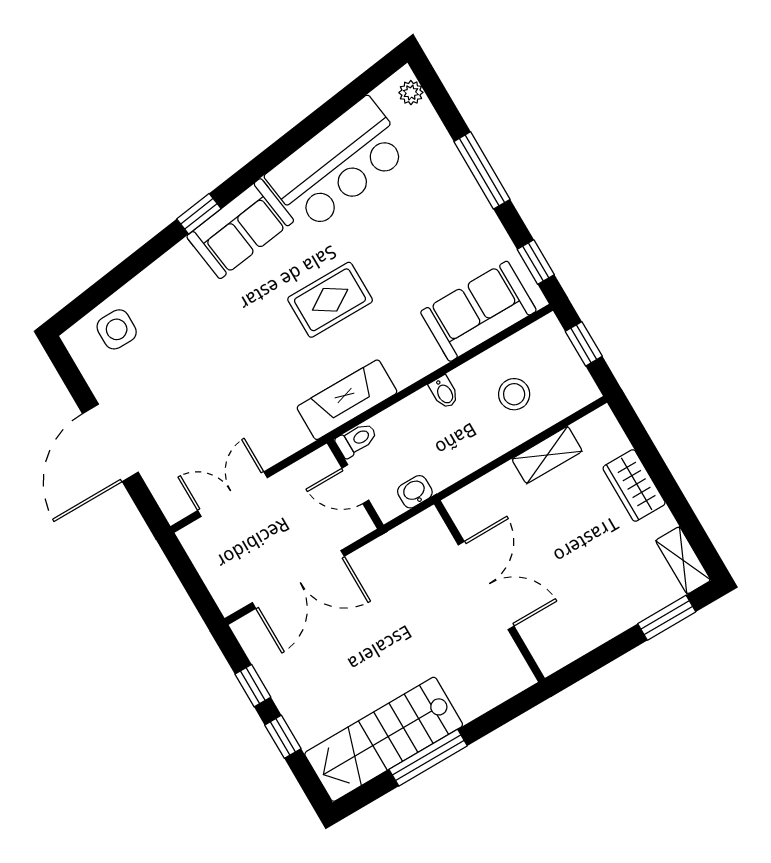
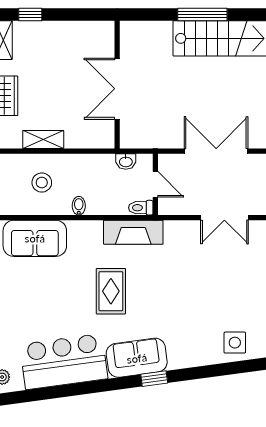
rug: (330, 300) -> (111, 291), turned 90
window: (667, 618) -> (30, 14), width x0.67

